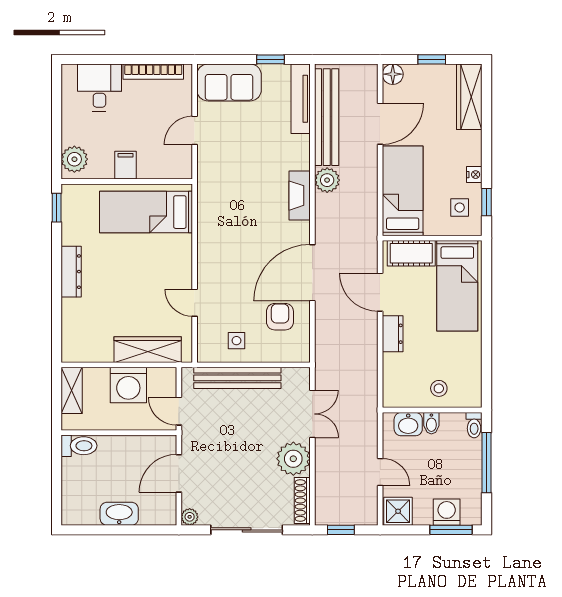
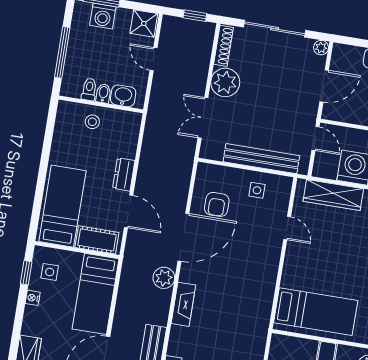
plant: (327, 180) -> (164, 278), moved
toilet: (474, 425) -> (89, 89), moved

